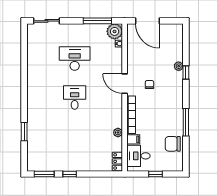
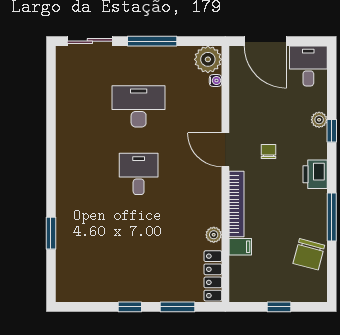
window: (97, 21) -> (152, 41), moved
printer: (176, 98) -> (315, 174), added
chair: (173, 144) -> (309, 254), turned -75
desk: (138, 156) -> (308, 66), moved, turned 90
locker: (117, 161) -> (213, 276), width x1.53
window: (44, 174) -> (178, 307), moved

